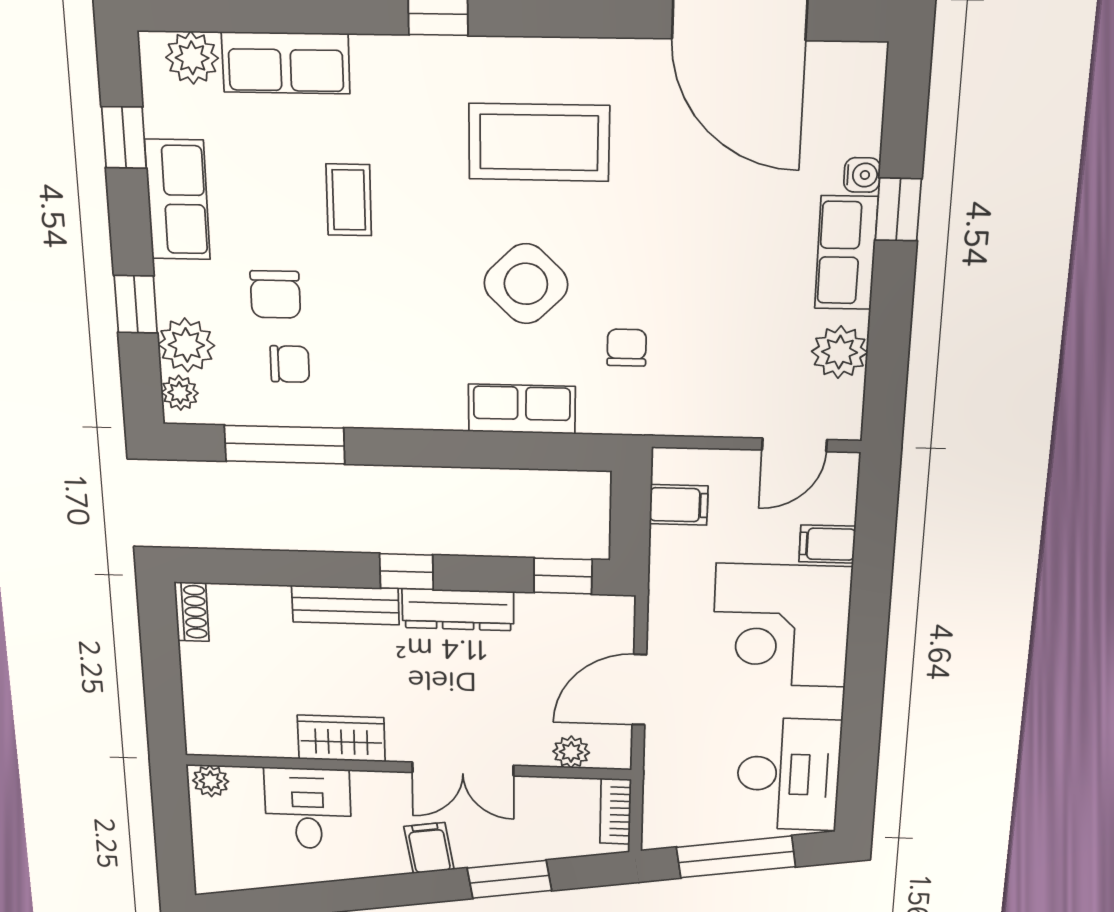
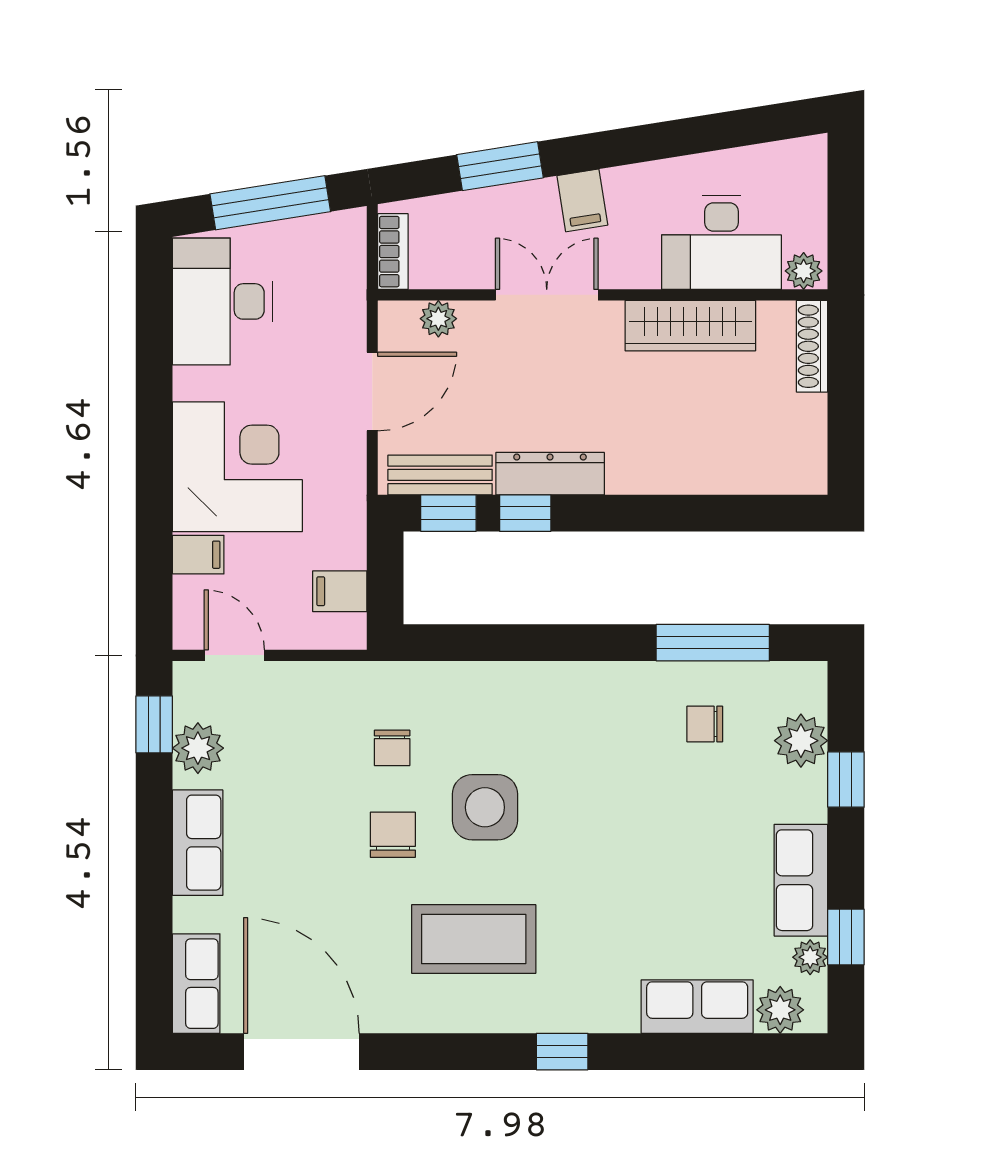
water cooler: (862, 175) -> (188, 915), removed
coffee table: (349, 200) -> (645, 883), removed
window: (898, 210) -> (154, 724), moved
side table: (526, 284) -> (485, 807), turned 45
chair: (275, 294) -> (393, 835), moved
plant: (180, 393) -> (810, 957), moved
row of seats: (522, 409) -> (196, 984), moved, turned -90
door: (794, 445) -> (234, 655), hinge flipped
window: (407, 572) -> (525, 513), moved
bench: (345, 605) -> (440, 475), moved
shoe rack: (192, 612) -> (812, 346), moved, width x1.43
wardrobe: (341, 738) -> (690, 326), width x1.50
desk: (308, 809) -> (721, 242), width x1.37

